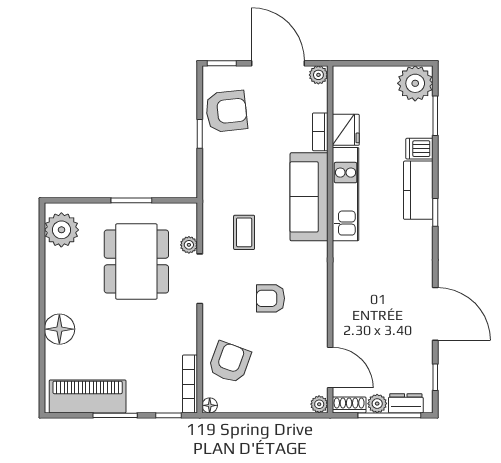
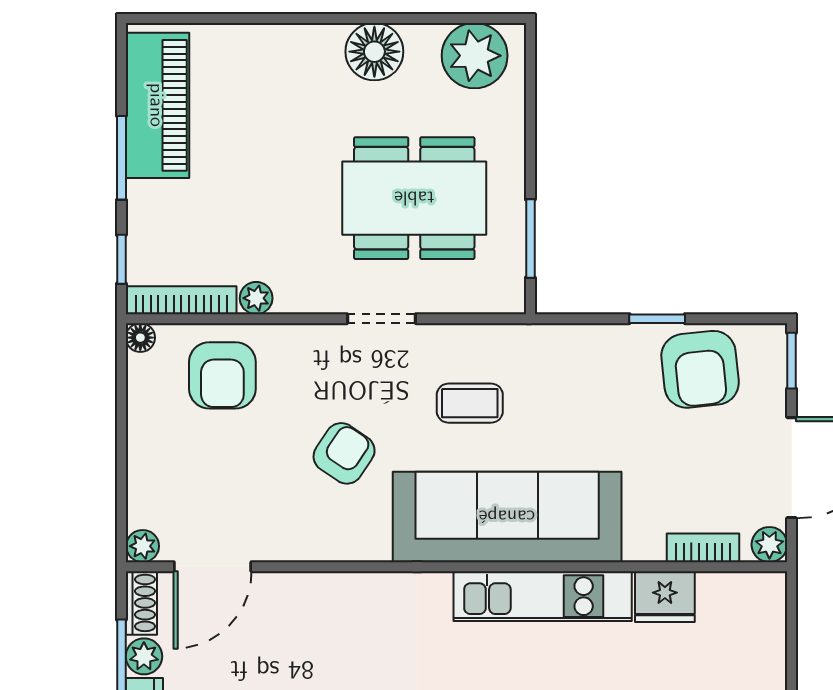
bookcase: (320, 132) -> (703, 548), moved
sofa: (309, 197) -> (507, 517), width x1.36, depth x1.27
window: (131, 200) -> (530, 239), moved
plant: (189, 245) -> (256, 298), moved
doorway: (200, 279) -> (381, 319), width x0.73
armchair: (270, 298) -> (344, 453), turned 34
floor lamp: (59, 329) -> (374, 52), moved
armchair: (230, 362) -> (222, 375), turned 70

